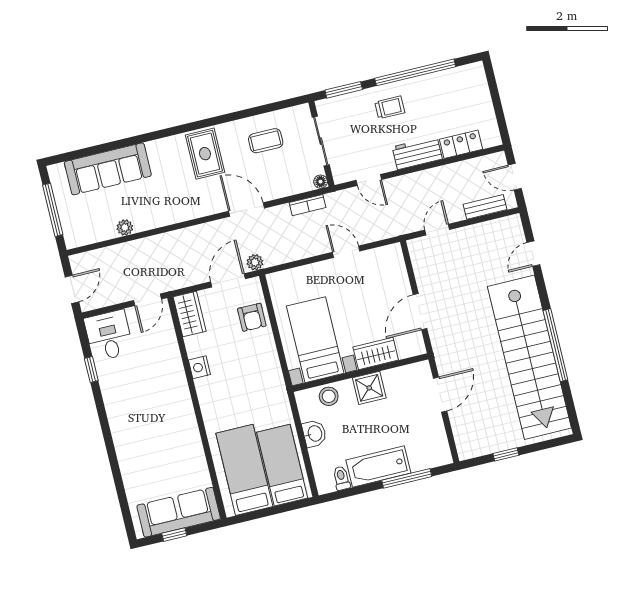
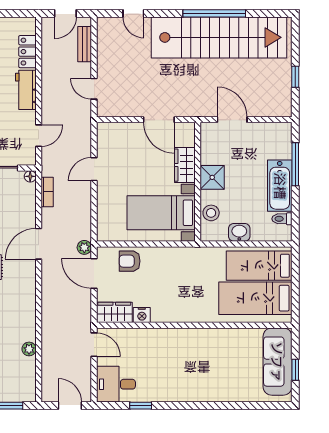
armchair: (252, 317) -> (130, 261), turned 180
nightstand: (199, 367) -> (142, 315), moved

